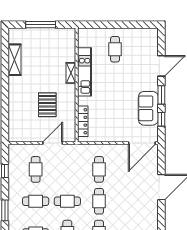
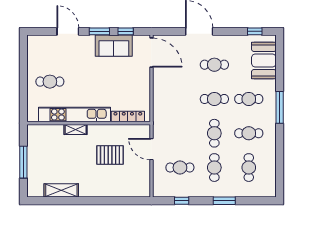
kitchen unit: (85, 72) -> (74, 115), width x1.36
cafe table: (99, 169) -> (214, 65), moved

